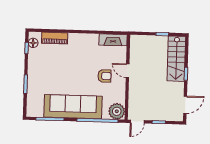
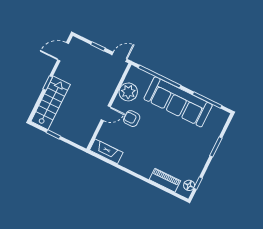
door: (128, 71) -> (106, 113), hinge flipped
plant: (117, 111) -> (128, 92), moved

